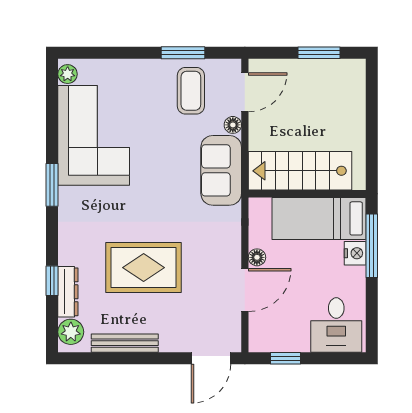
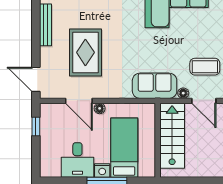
stairs: (300, 171) -> (172, 136), moved
wall: (307, 194) -> (158, 140), moved
rug: (144, 268) -> (85, 52), moved
desk: (336, 325) -> (77, 160), moved, turned -90

